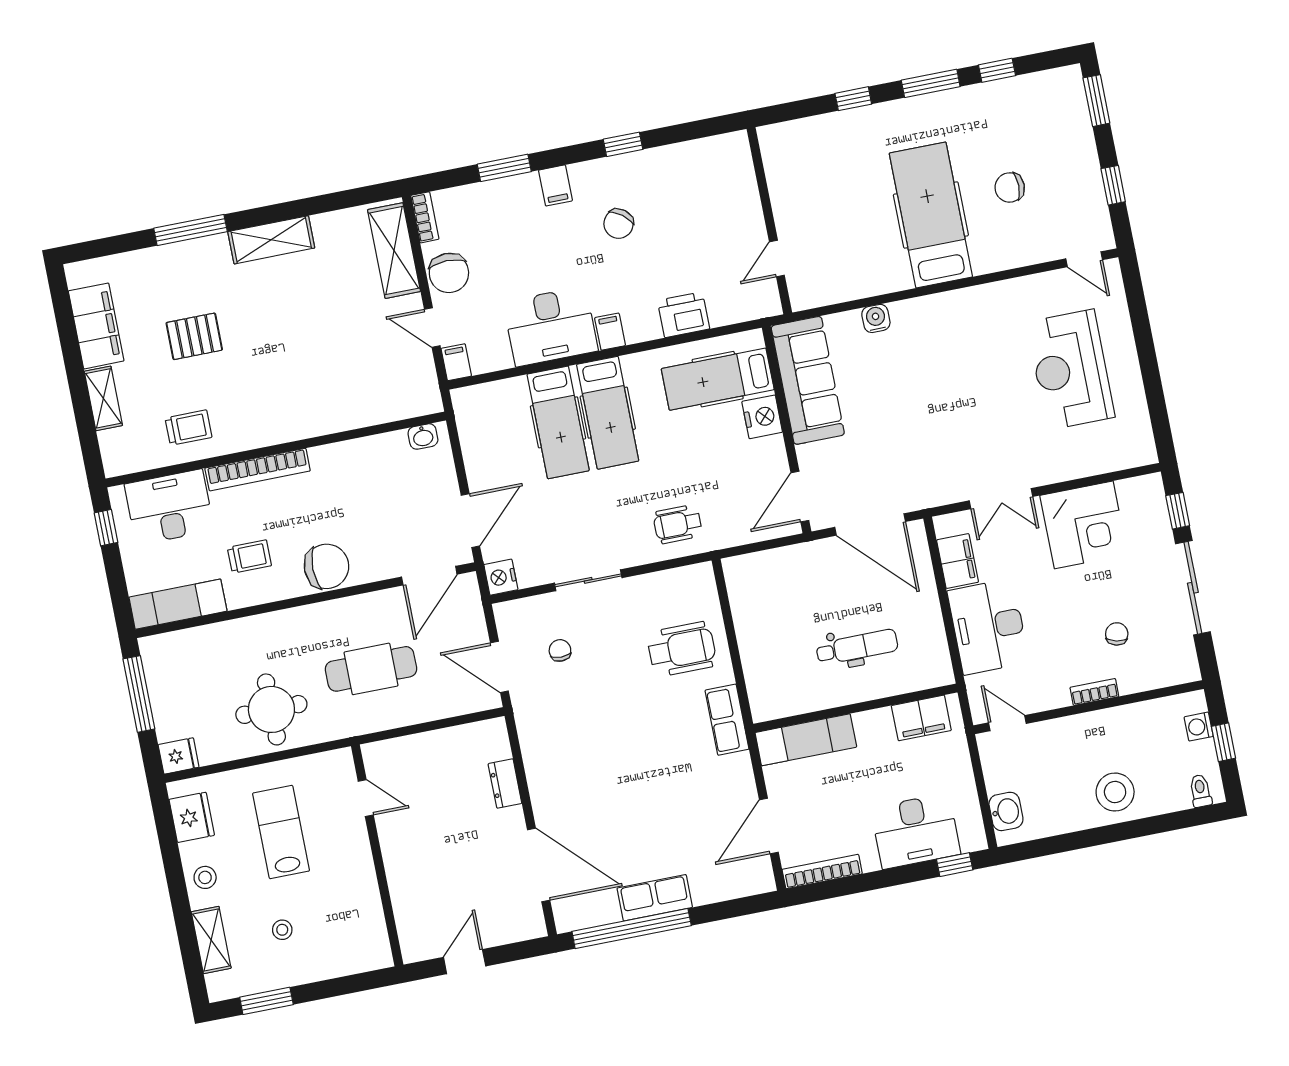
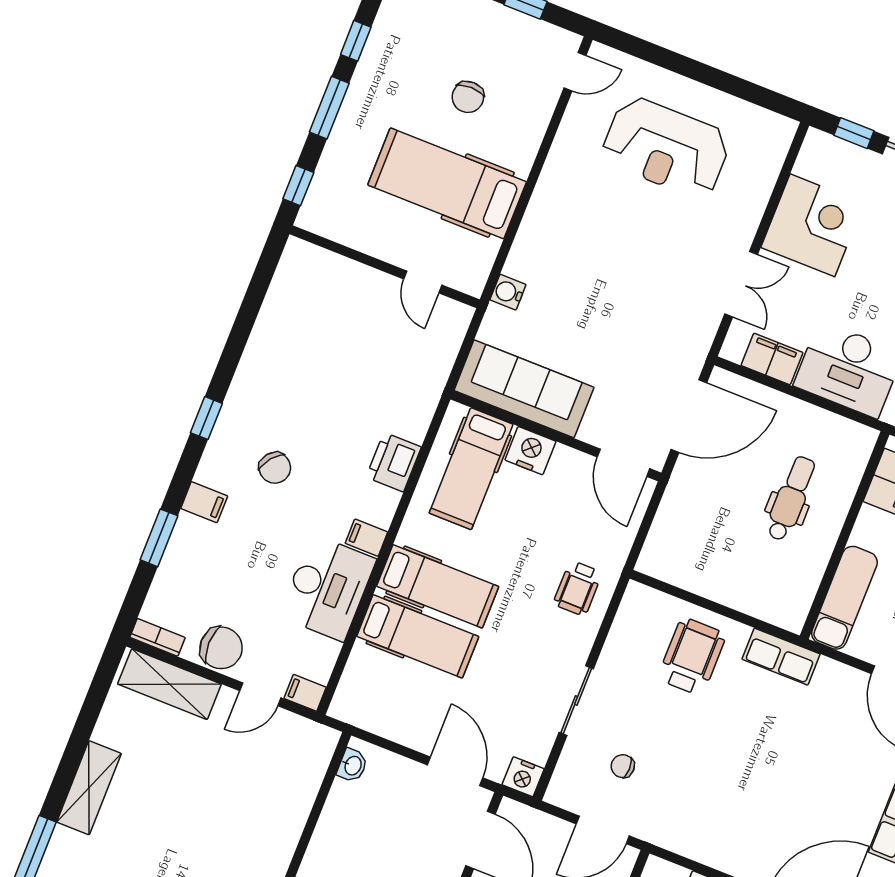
wall: (769, 221) -> (385, 267), moved
door: (777, 259) -> (423, 282), moved

